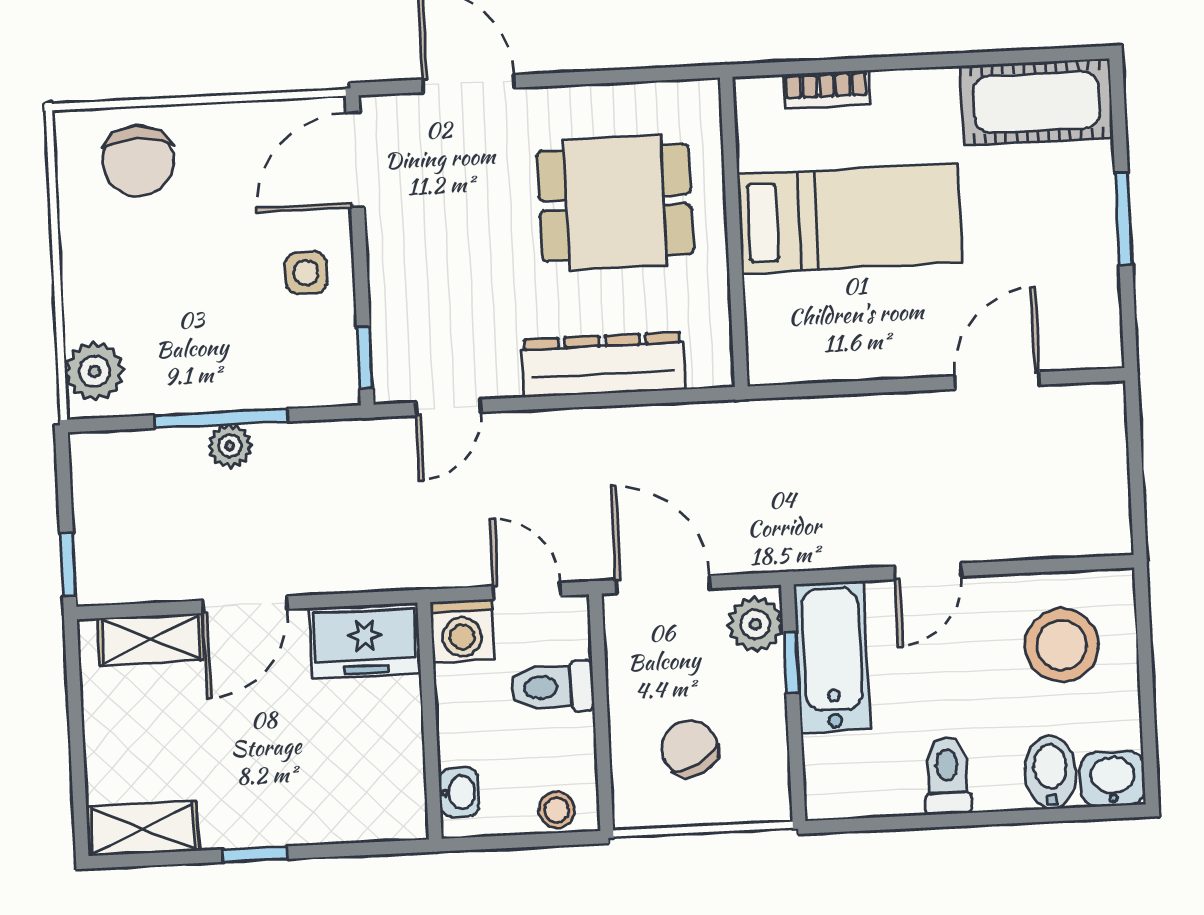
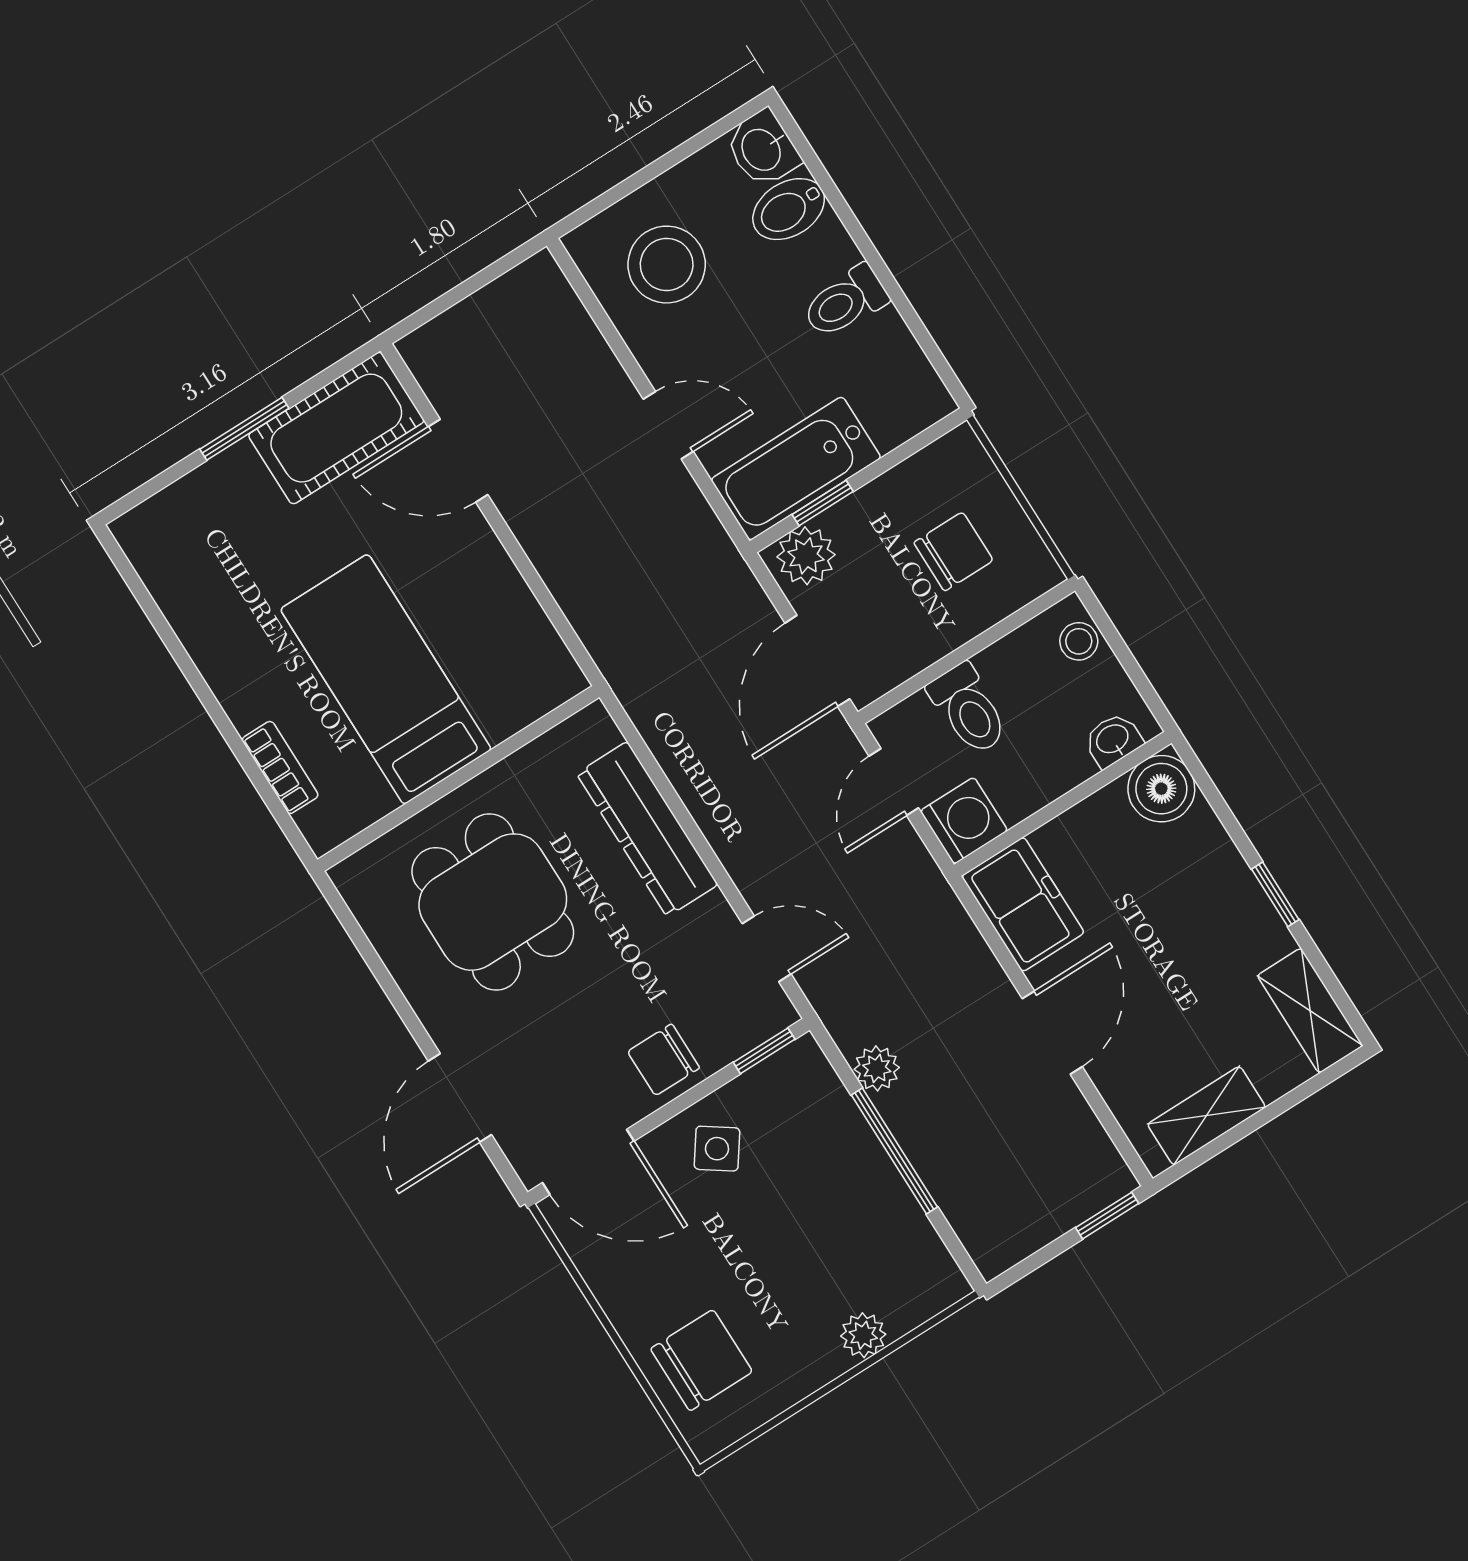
cot: (1037, 102) -> (336, 428), moved, turned 90
chair: (405, 270) -> (664, 1060), added
side table: (306, 273) -> (717, 1149), turned 35
plant: (94, 371) -> (863, 1335), moved, width x0.73, depth x0.73
plant: (230, 446) -> (877, 1068), moved
door: (245, 605) -> (1052, 1033), hinge flipped
shelving: (151, 639) -> (1206, 1116), moved, turned 90
chair: (690, 748) -> (953, 551), turned -152
boiler: (396, 809) -> (1161, 789), added

